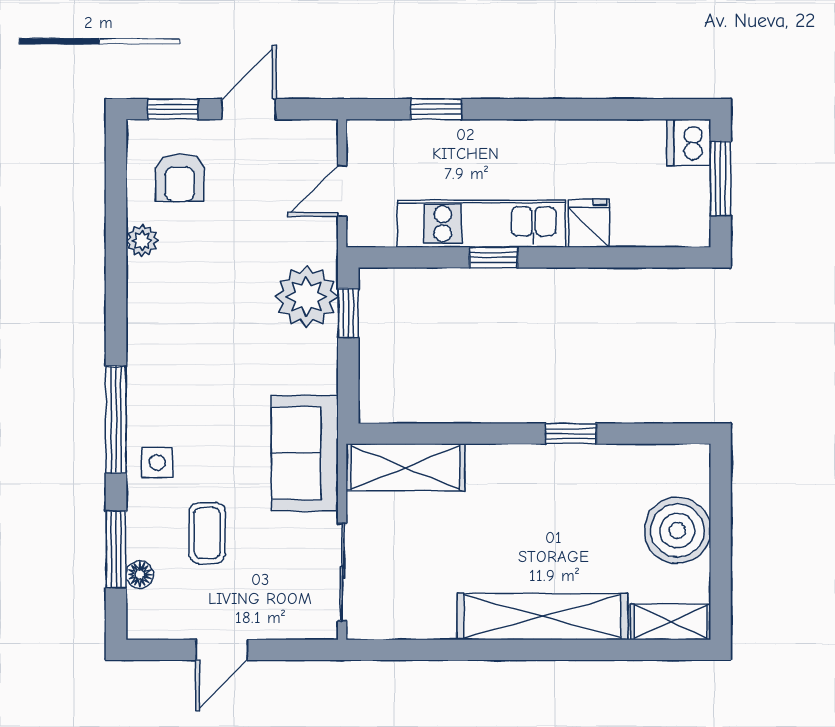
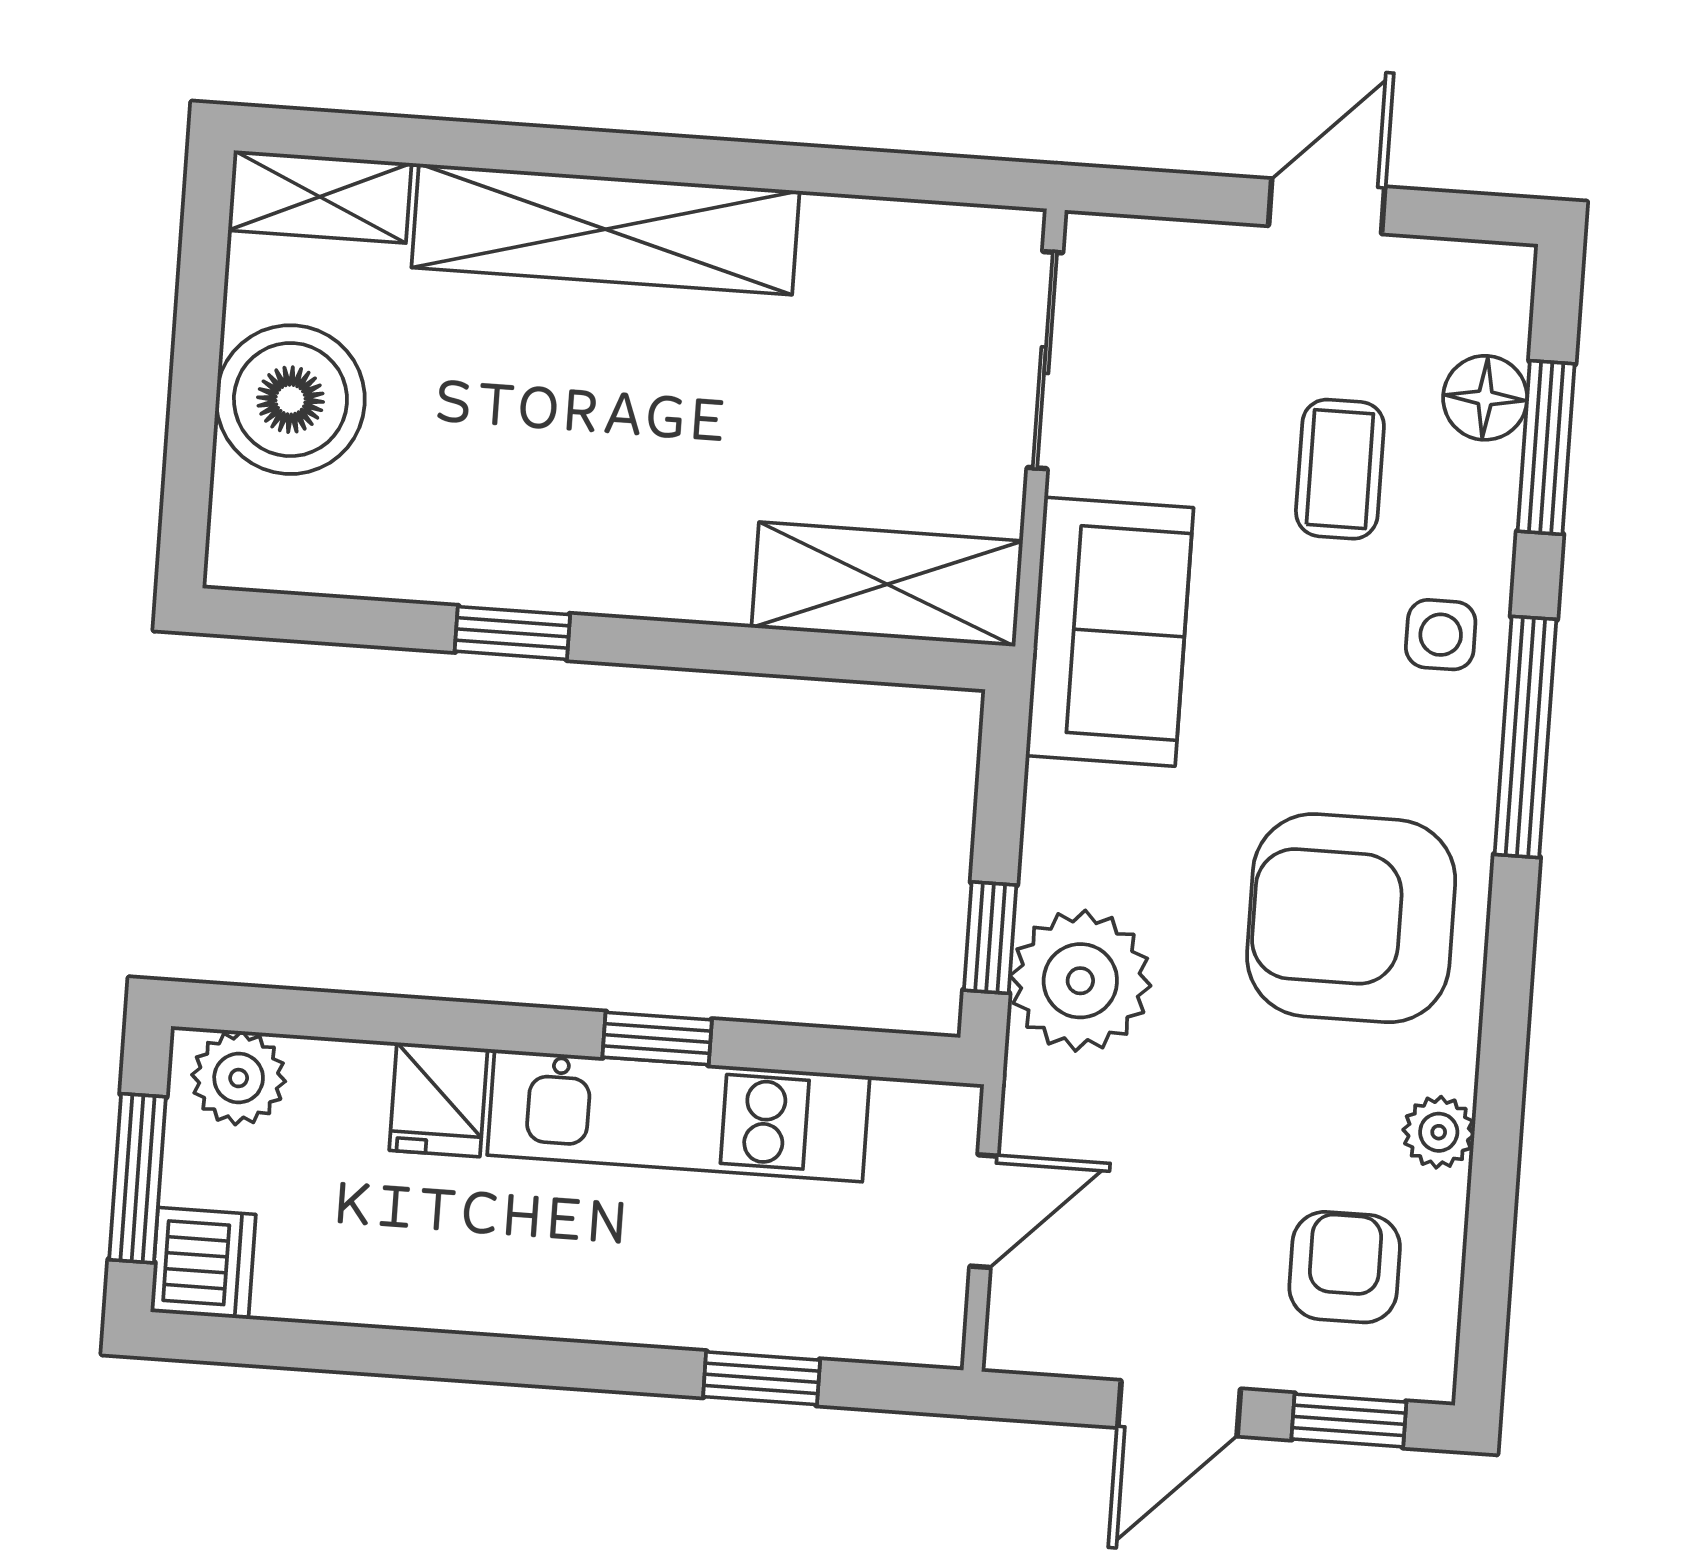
plant: (679, 226) -> (239, 1078), added
armchair: (188, 333) -> (1351, 918), added
floor lamp: (140, 575) -> (1485, 398), width x1.37, depth x1.37

